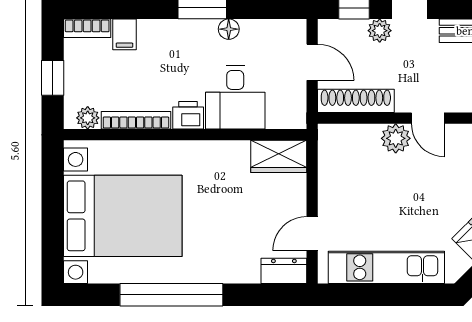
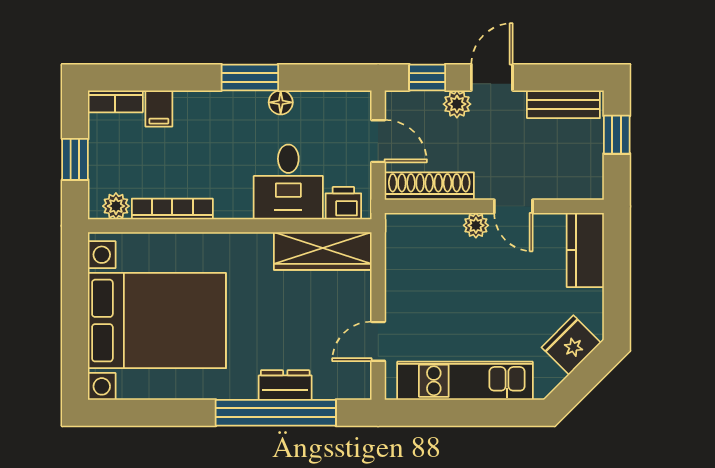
printer: (188, 115) -> (343, 203), moved
plant: (396, 138) -> (476, 225), width x0.73, depth x0.73
wardrobe: (279, 156) -> (323, 251), width x1.50
dresser: (284, 271) -> (285, 385), moved
window: (171, 295) -> (276, 413), moved

